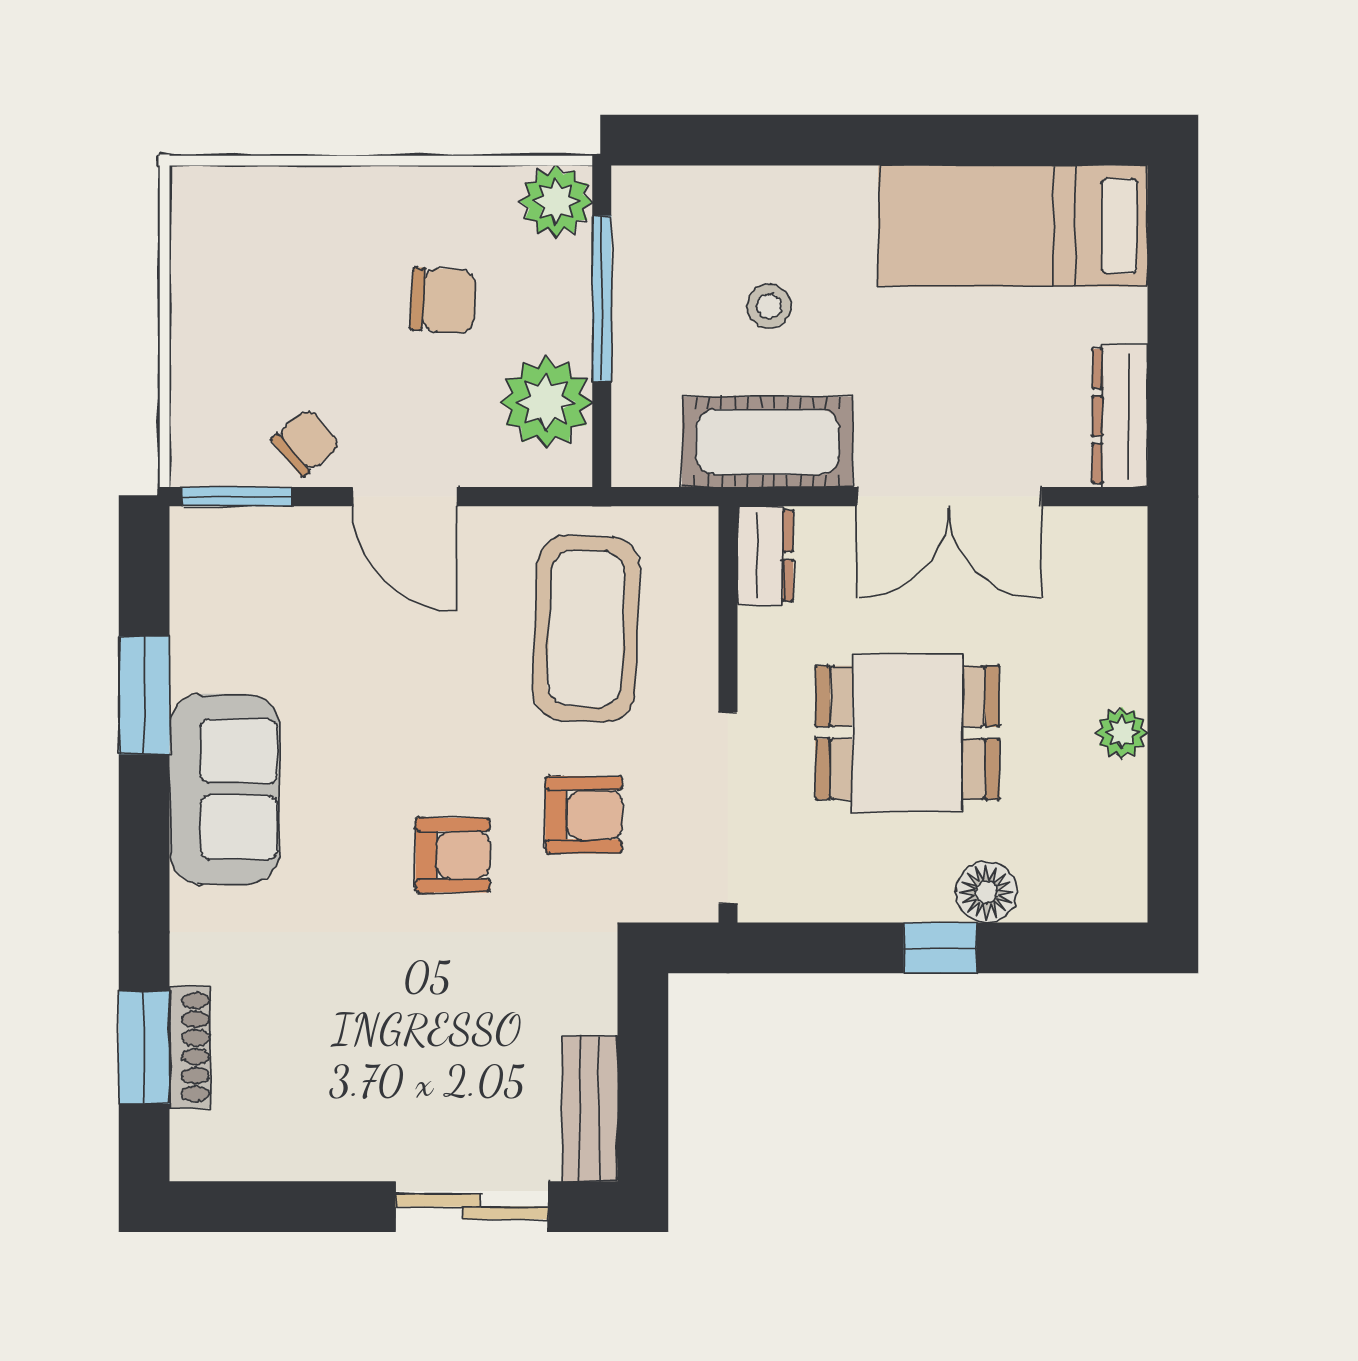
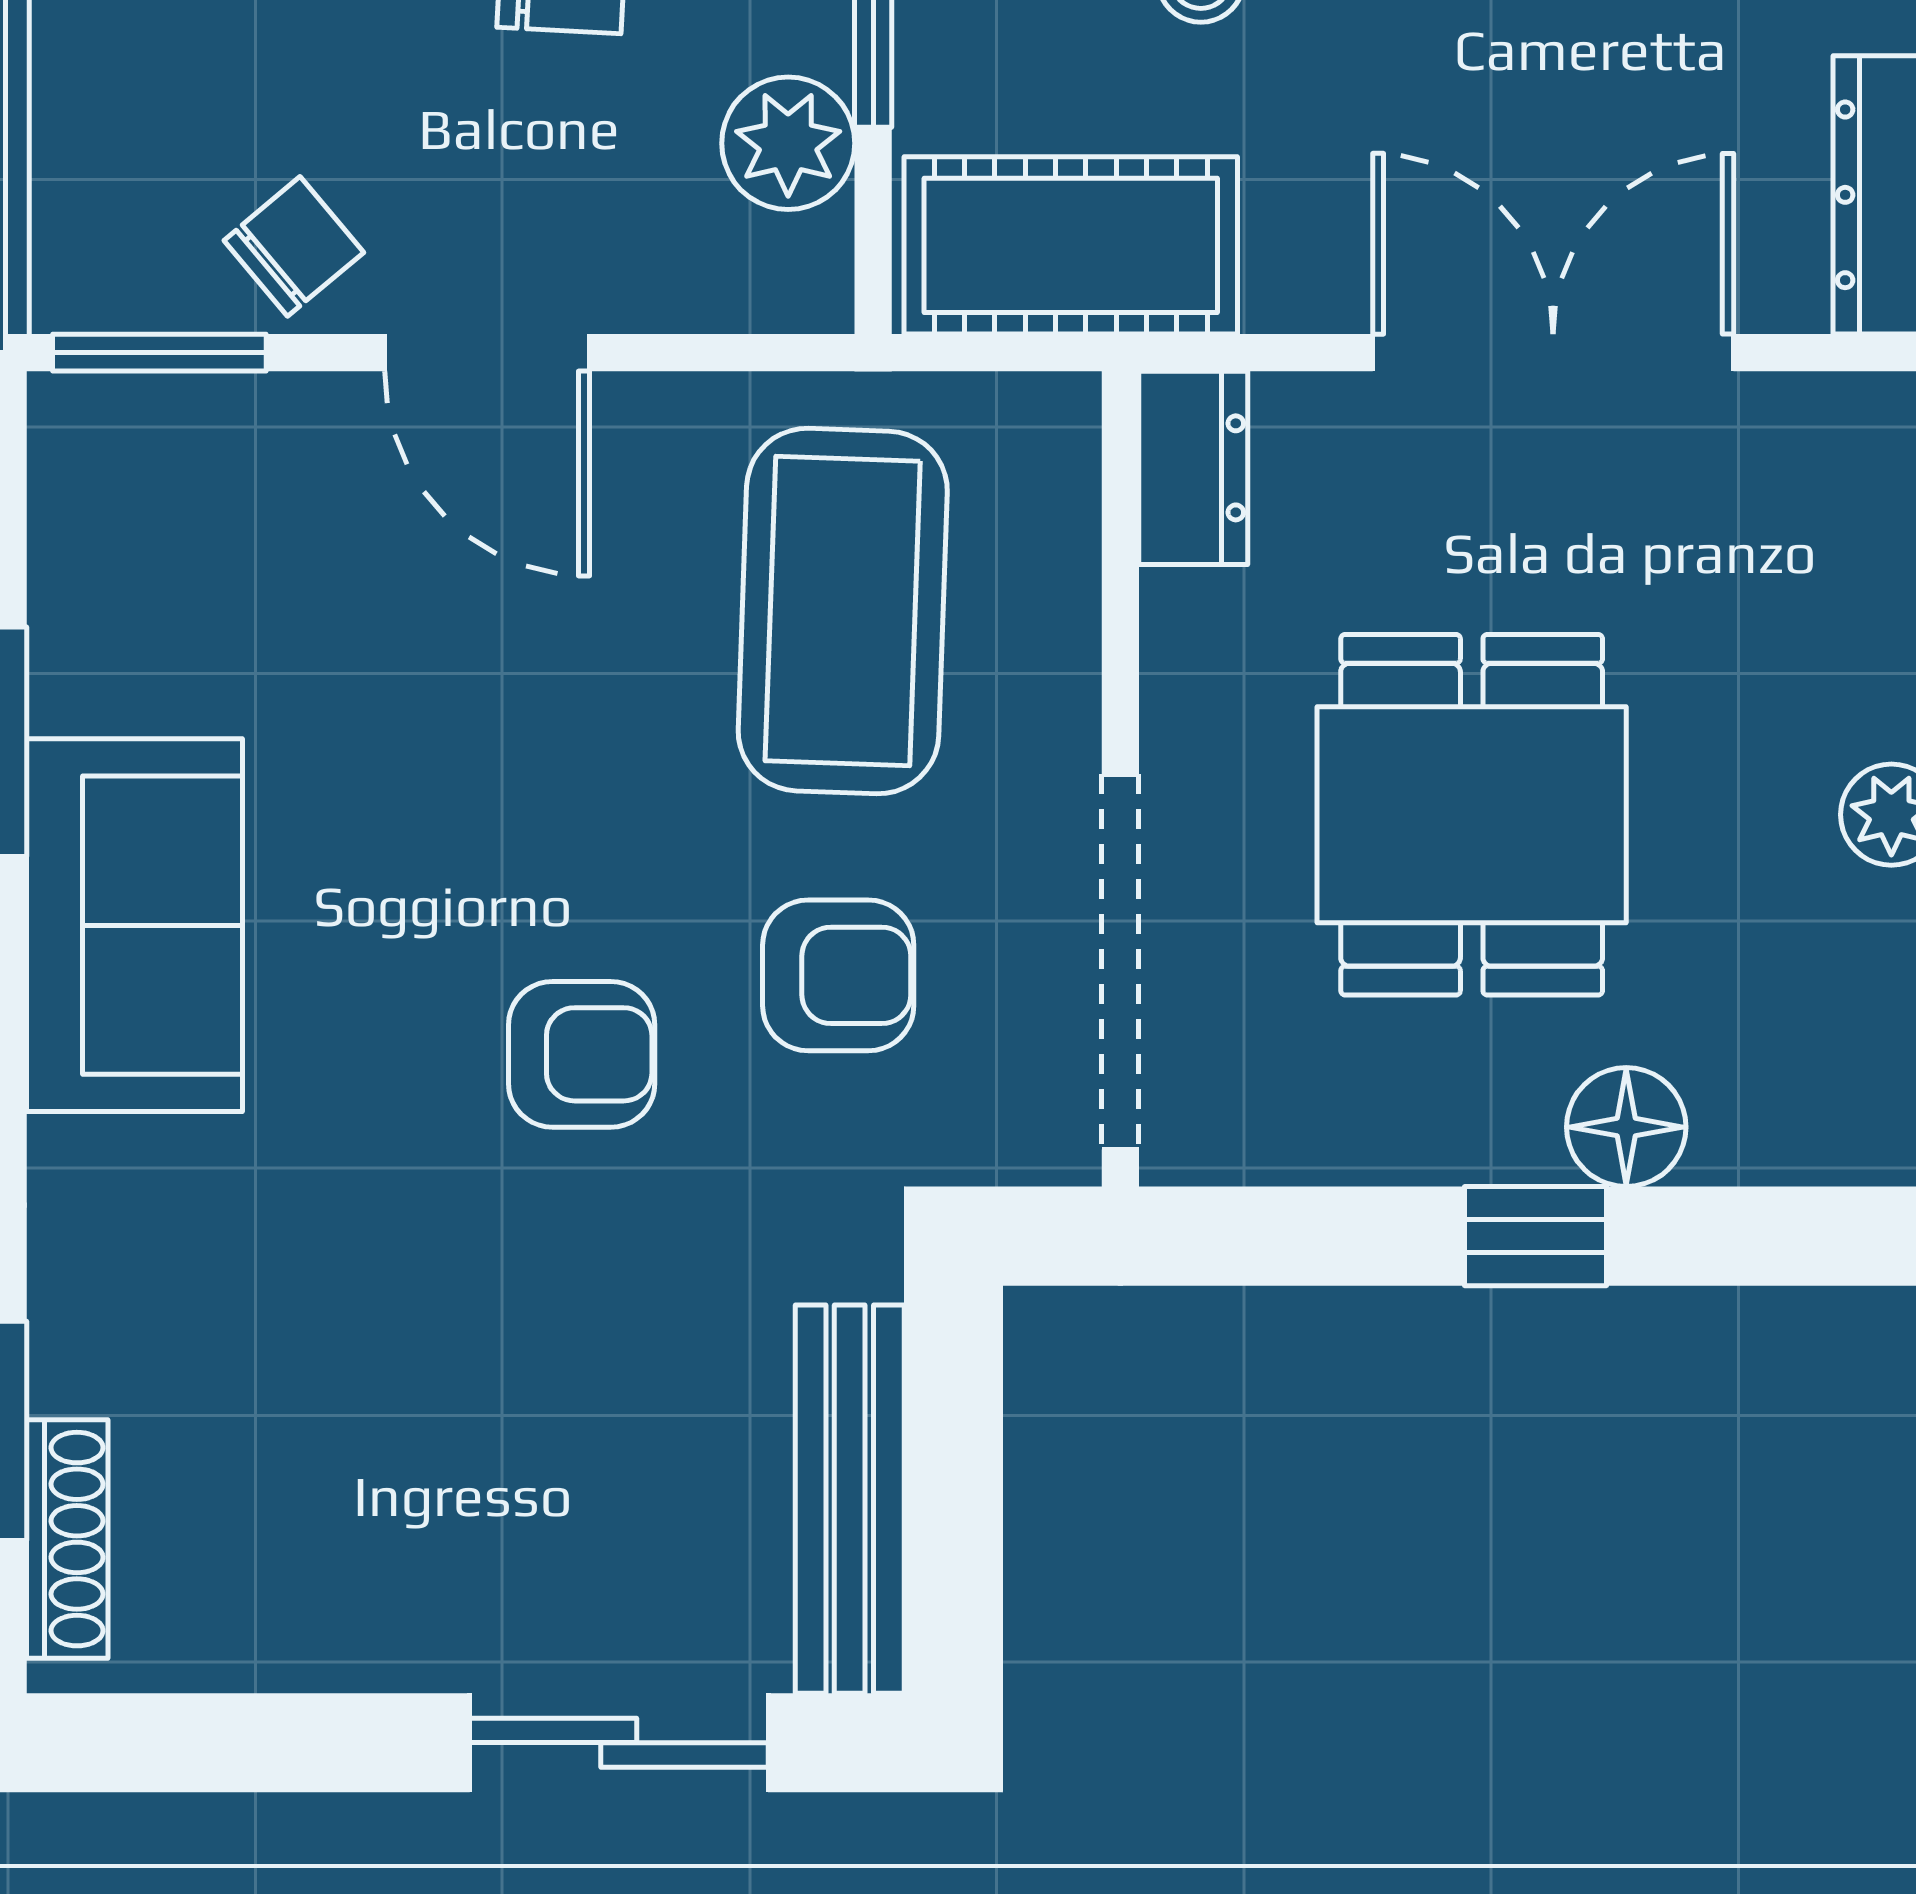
plant: (546, 402) -> (788, 143), width x0.73, depth x0.73
cot: (767, 442) -> (1071, 245), moved
double door: (949, 497) -> (1553, 353), swing flipped
dining table: (907, 733) -> (1472, 815), turned 90
shoe rack: (190, 1047) -> (67, 1539), moved
bench: (590, 1109) -> (850, 1499), width x1.36

